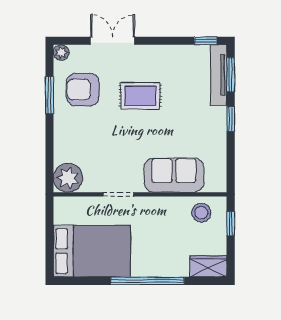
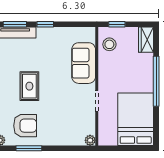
armchair: (83, 90) -> (25, 126), turned -90
plant: (68, 178) -> (90, 140), width x0.53, depth x0.53

